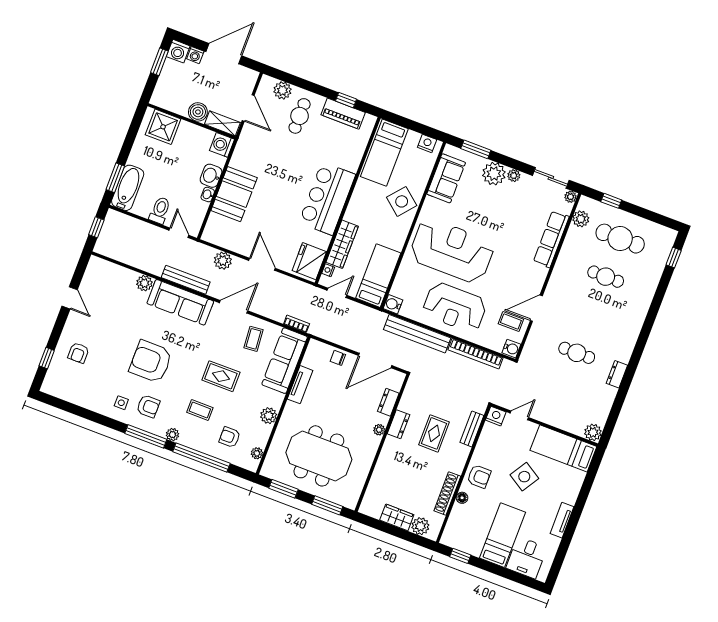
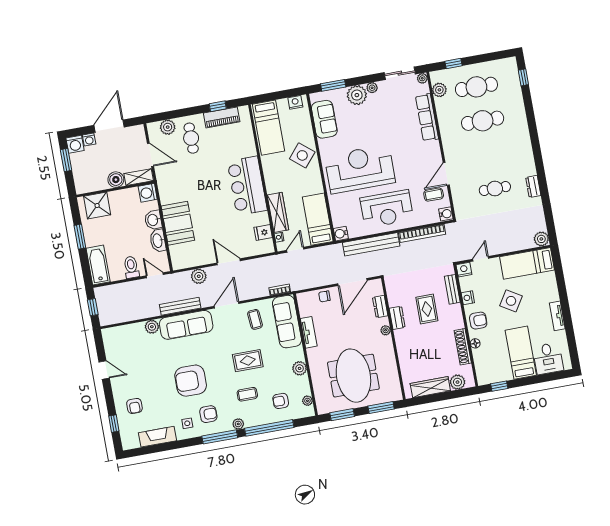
window: (115, 178) -> (80, 237), moved
washbasin: (208, 195) -> (158, 241), width x1.91, depth x1.45
fridge: (309, 261) -> (263, 232), width x0.53, depth x0.75
cafe table: (606, 277) -> (483, 121), width x1.37, depth x1.35
fireplace: (83, 398) -> (158, 437), added
nightstand: (482, 447) -> (468, 298), added
meeting table: (319, 456) -> (353, 376), turned 90
wardrobe: (397, 517) -> (430, 387), width x1.50

